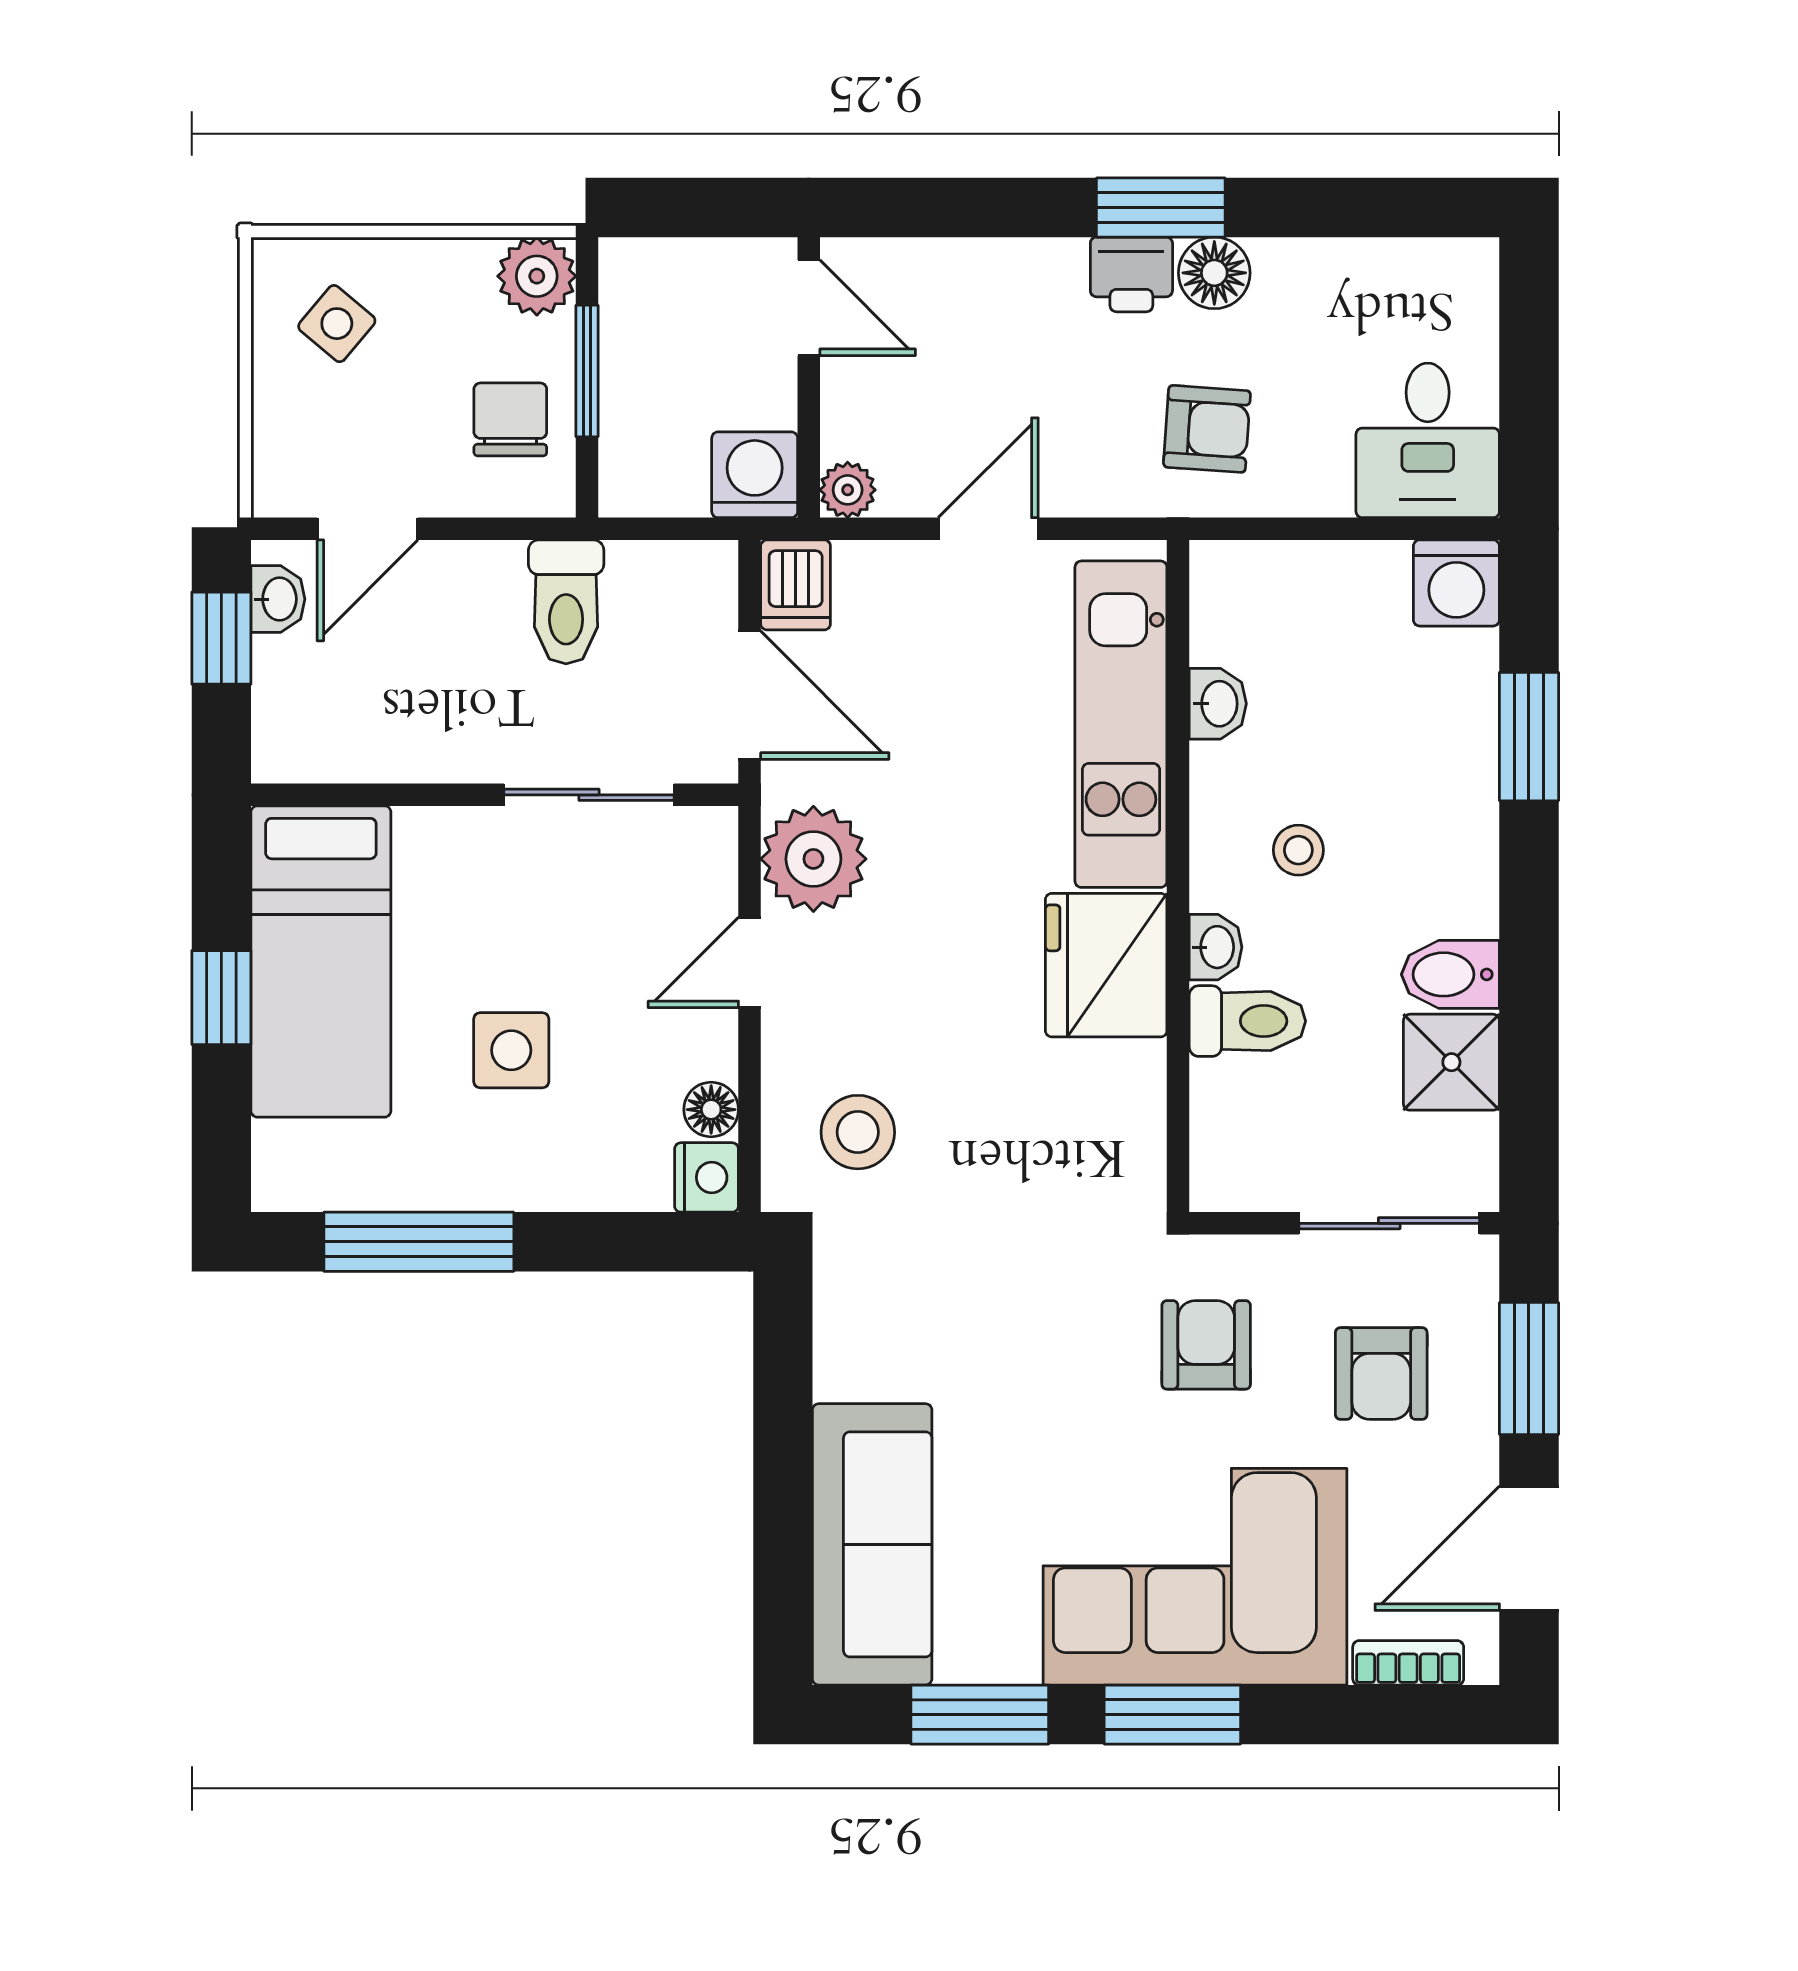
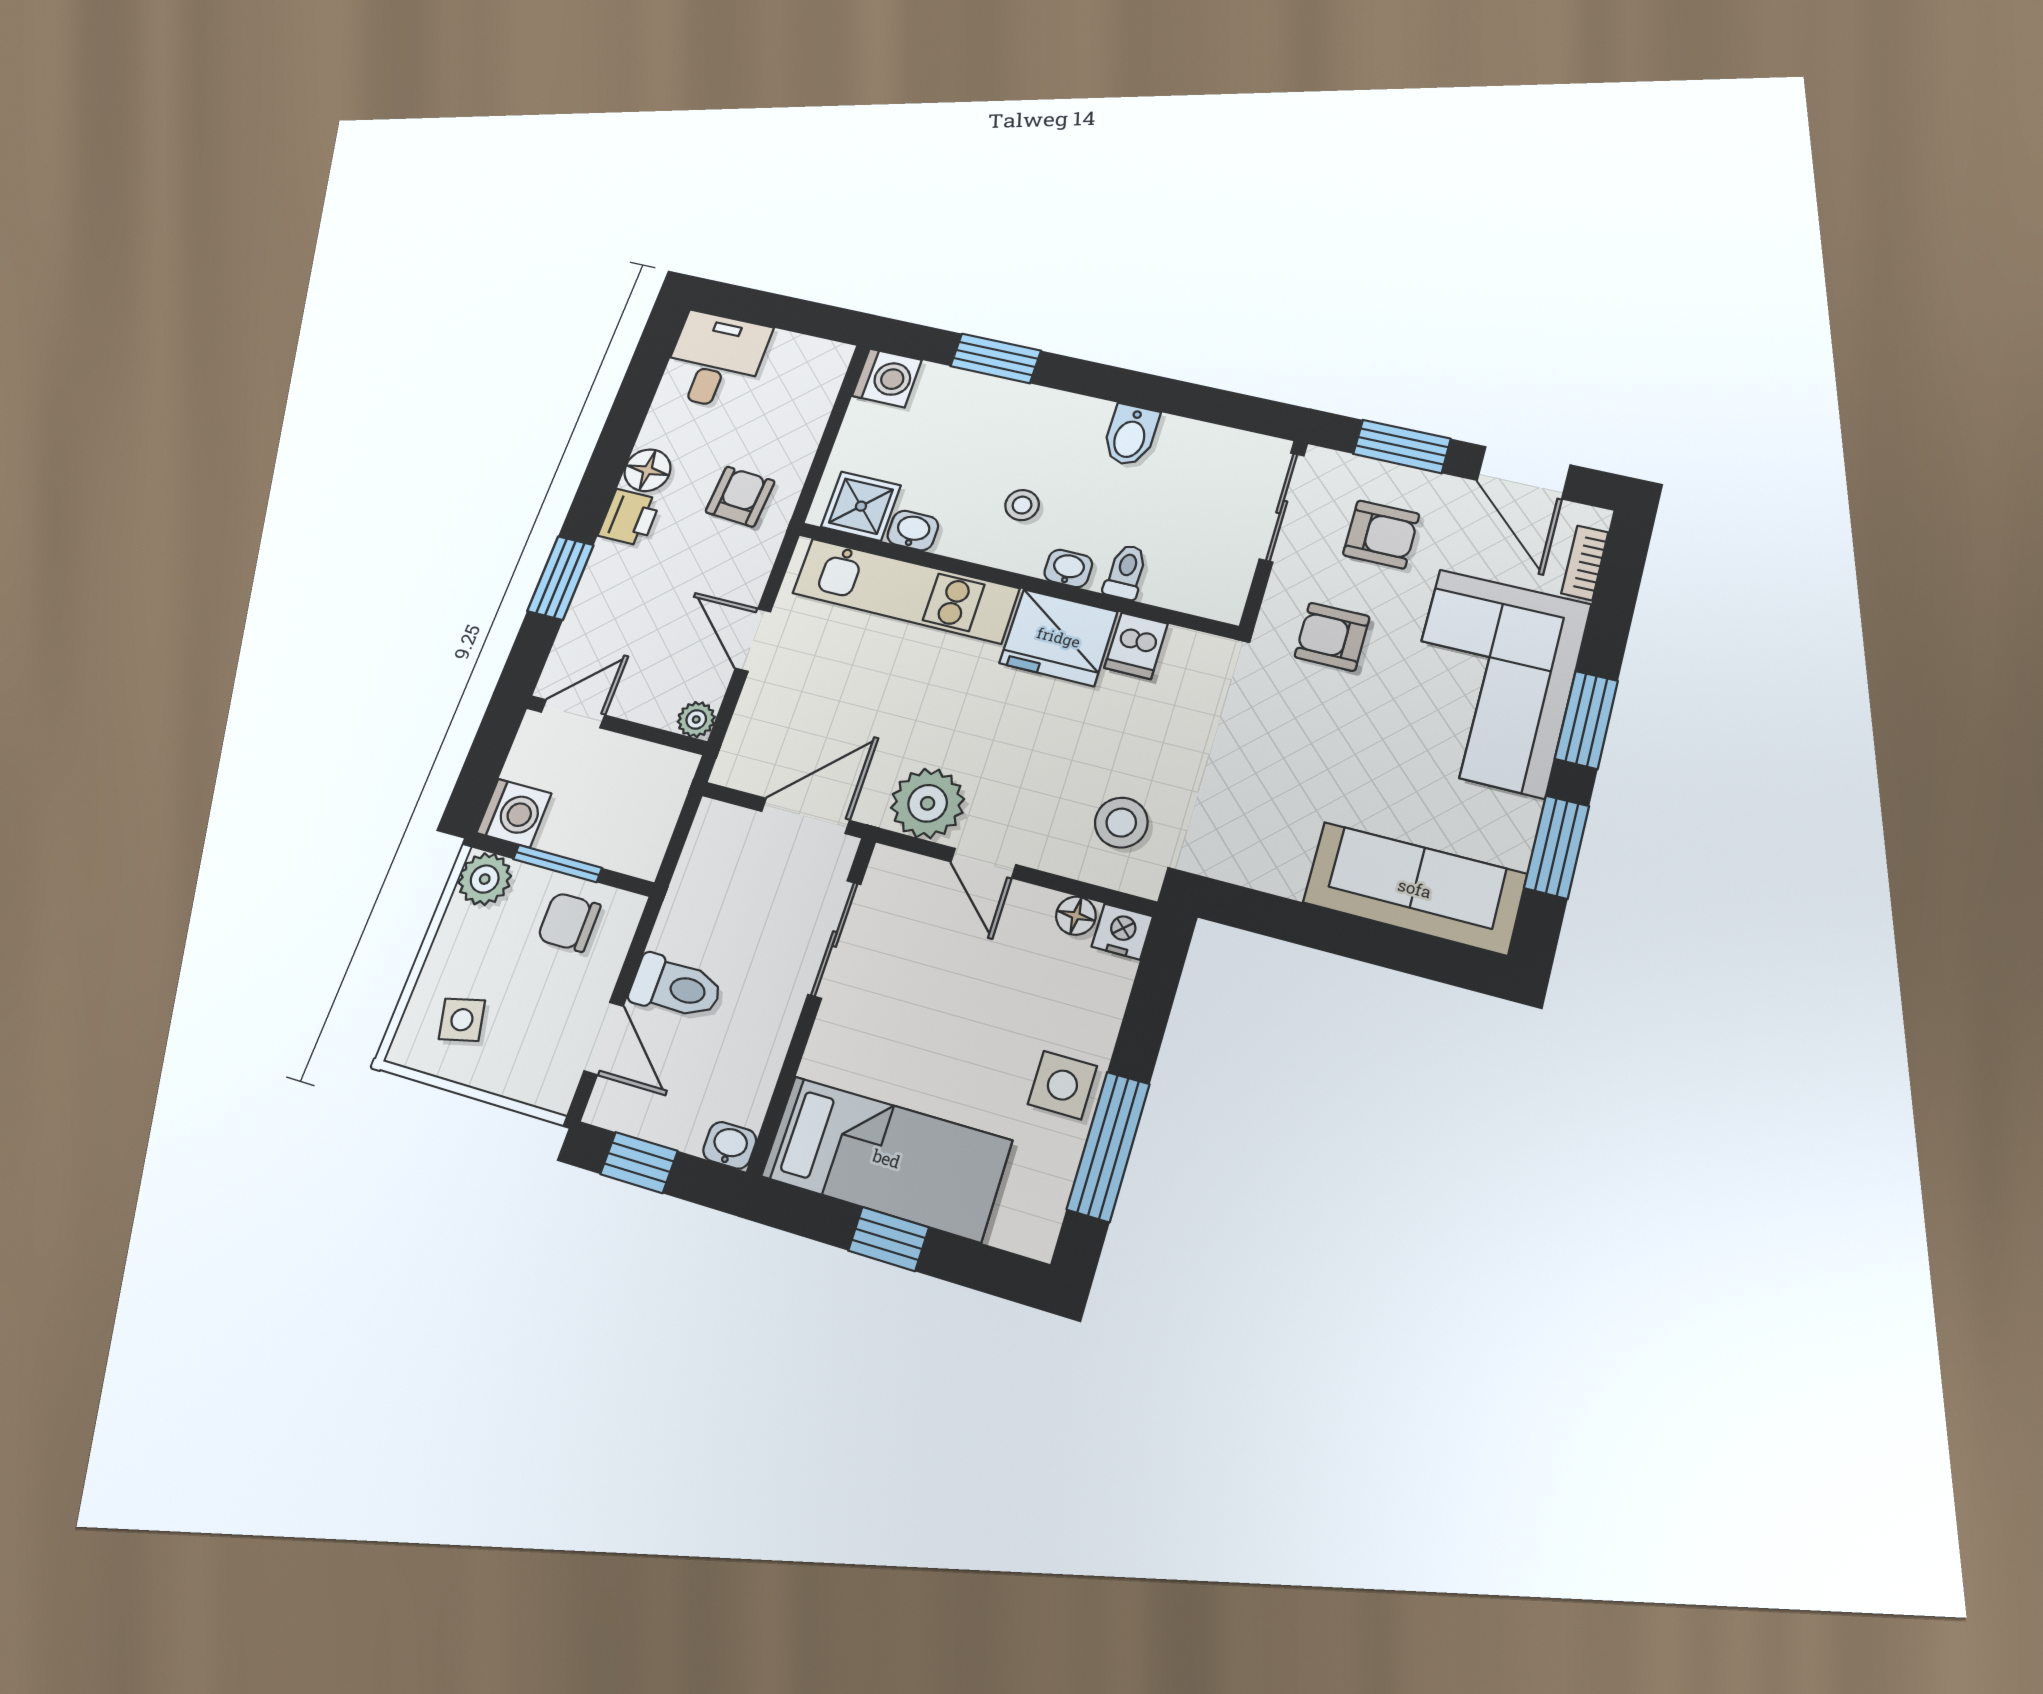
window: (1161, 207) -> (560, 578), moved
side table: (337, 324) -> (462, 1020), turned 37
desk: (1428, 440) -> (715, 360), moved, turned -90
washing machine: (755, 475) -> (514, 813), moved, turned 180
dishwasher: (796, 585) -> (1136, 646), moved, turned 90
washbasin: (278, 599) -> (730, 1145), moved
toilet: (566, 602) -> (676, 987), moved
toilet: (1247, 1021) -> (1126, 572), width x0.73, depth x0.72
side table: (511, 1050) -> (1062, 1085), moved
shower: (1451, 1062) -> (861, 506), moved

